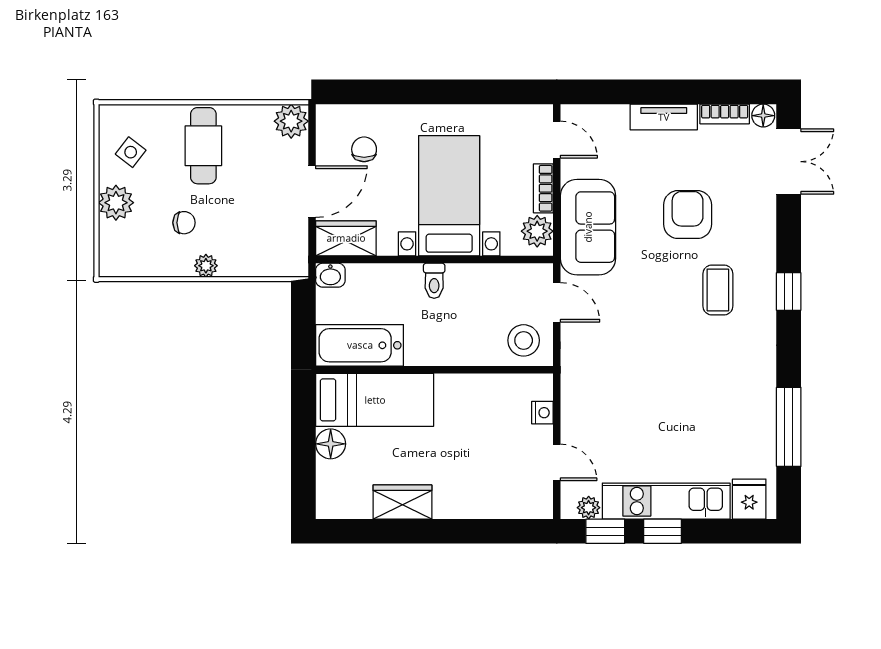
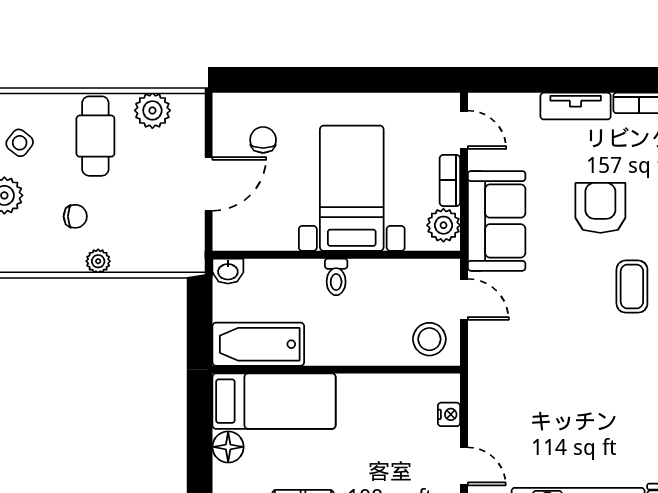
plant: (291, 121) -> (152, 110), moved
wardrobe: (346, 238) -> (244, 233), removed

